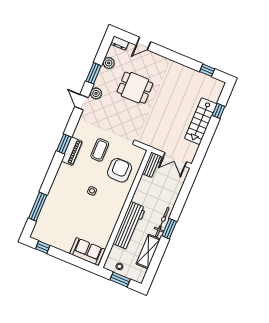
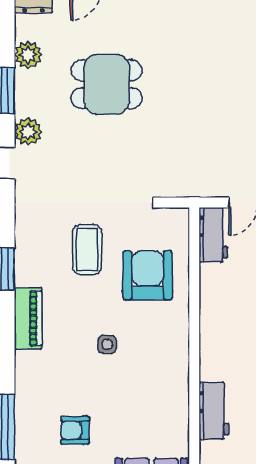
piano: (72, 151) -> (28, 319), moved
armchair: (65, 220) -> (75, 430), added
workbench: (129, 226) -> (214, 411), width x0.53, depth x0.76

